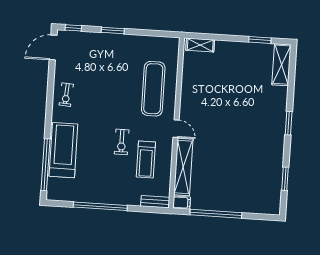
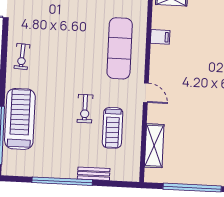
shelving: (183, 167) -> (154, 146), width x0.68
bench: (155, 202) -> (94, 174), moved
filing cabinet: (182, 203) -> (160, 37), moved

